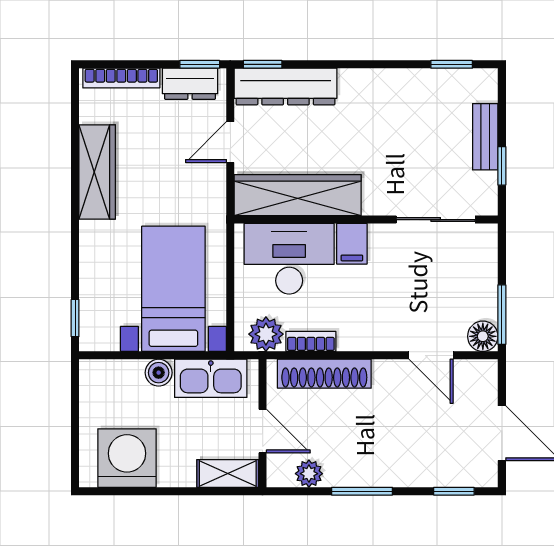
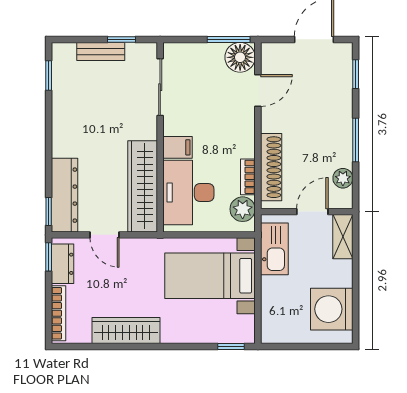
floor lamp: (483, 336) -> (240, 57), width x1.38, depth x1.38
boiler: (159, 373) -> (270, 286), removed

